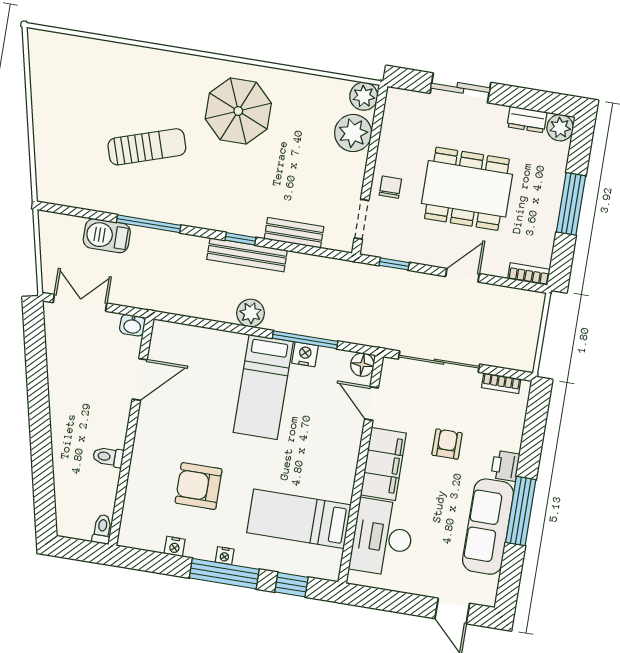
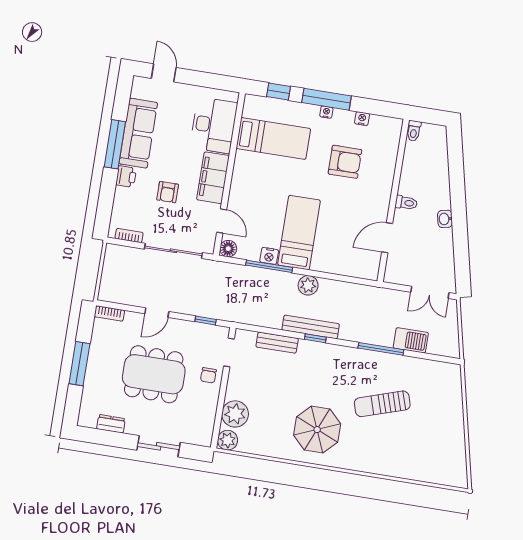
plant: (560, 128) -> (87, 418), removed
washbasin: (132, 325) -> (445, 219), moved, turned -103
toilet: (108, 457) -> (406, 203), moved

